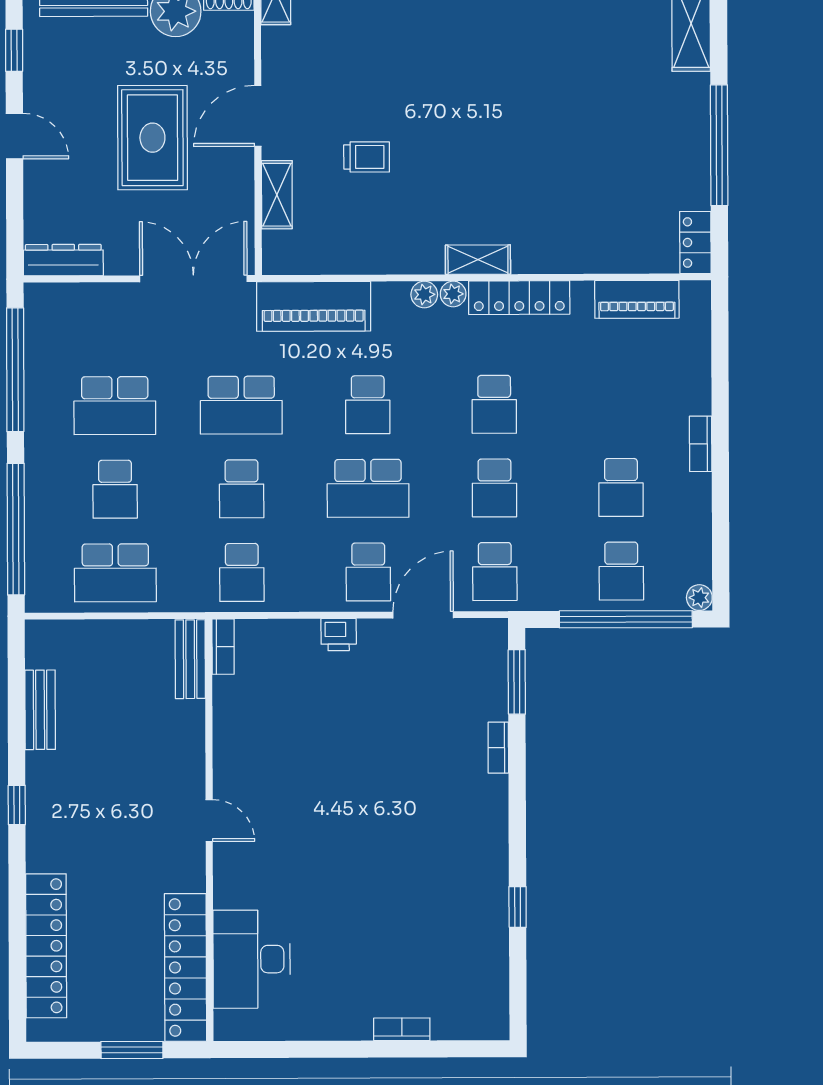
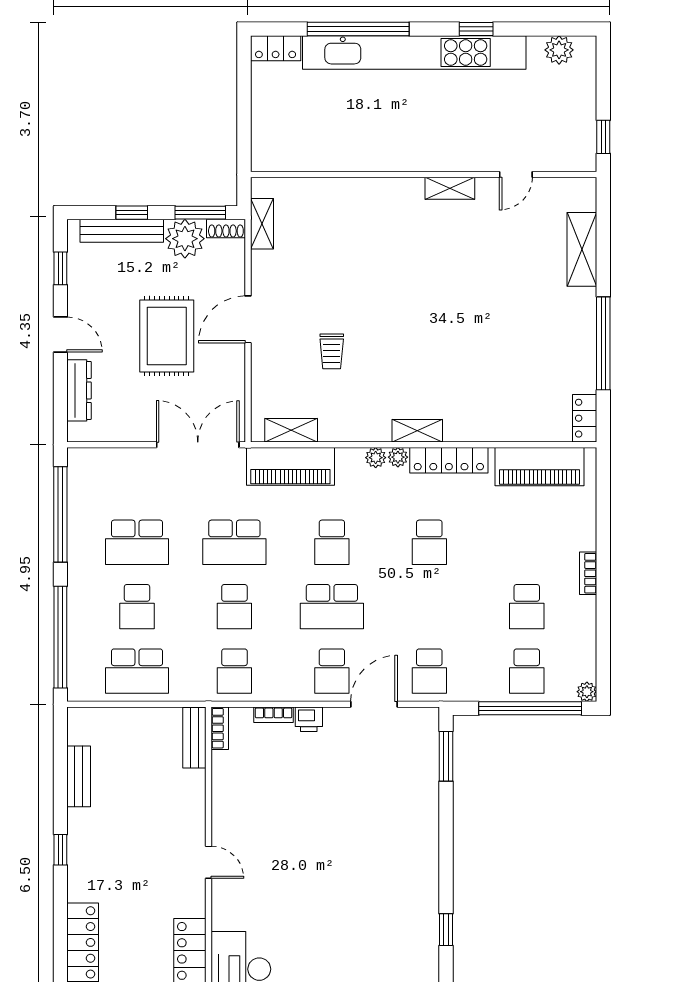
trolley: (367, 157) -> (332, 351), turned 90
shelving: (277, 195) -> (291, 430), moved, turned 90
dresser: (63, 260) -> (79, 390), moved, turned 90
piano: (637, 299) -> (540, 467), width x1.37, depth x1.33
school desk: (495, 488) -> (429, 607), removed
bookcase: (498, 748) -> (274, 715), moved, turned -90

